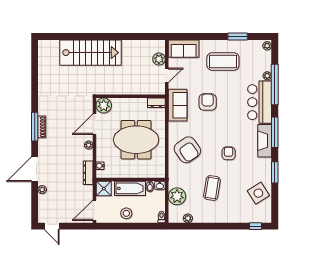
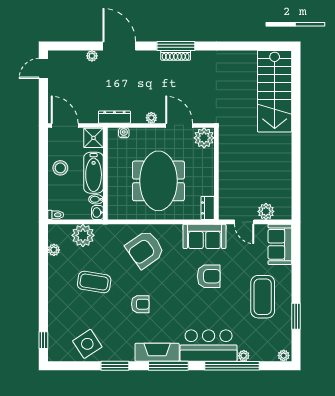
stairs: (90, 53) -> (275, 91), moved

